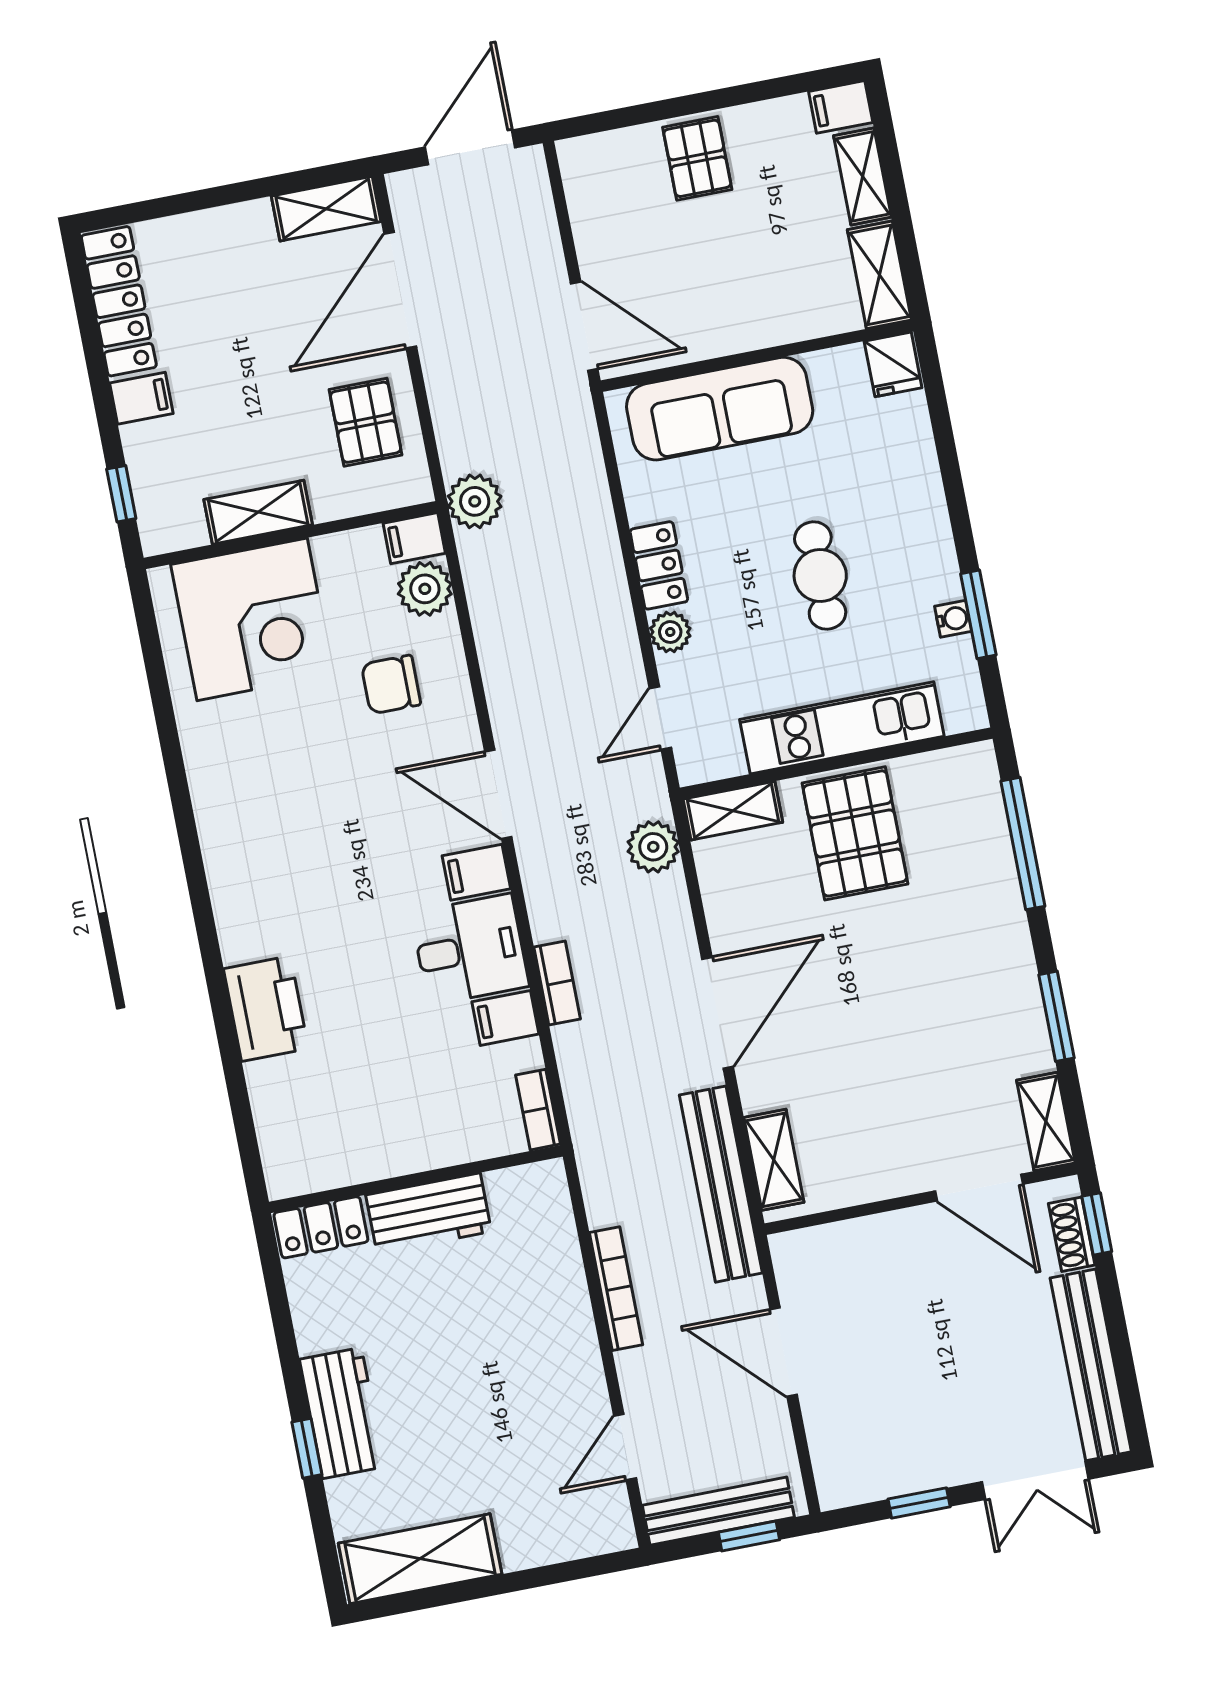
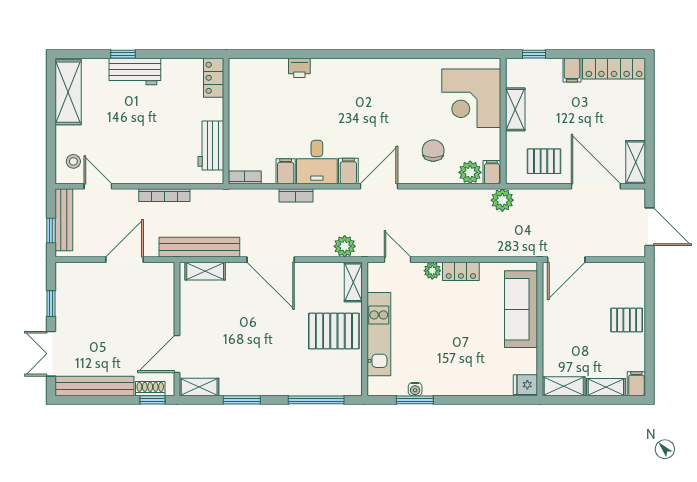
cafe table: (820, 576) -> (444, 337), removed
printer: (266, 1009) -> (299, 68), width x0.53, depth x0.68
workbench: (429, 1213) -> (211, 146), moved
stool: (578, 1515) -> (73, 161), added

